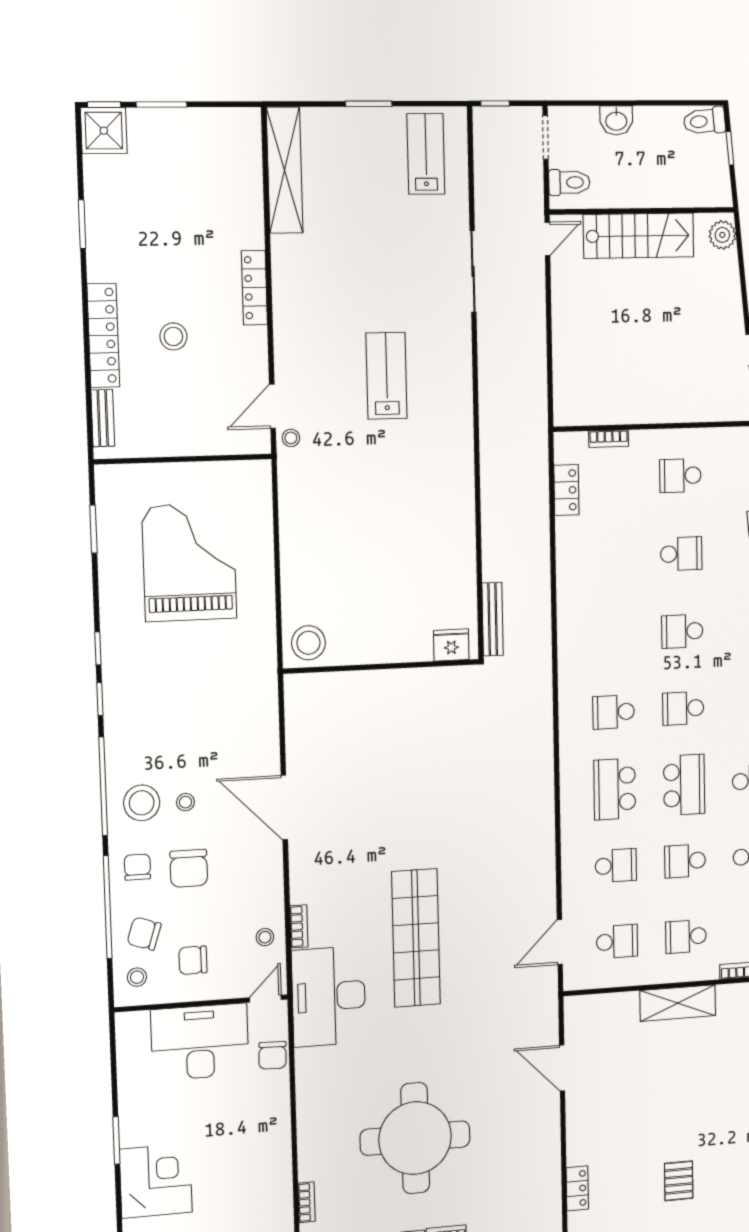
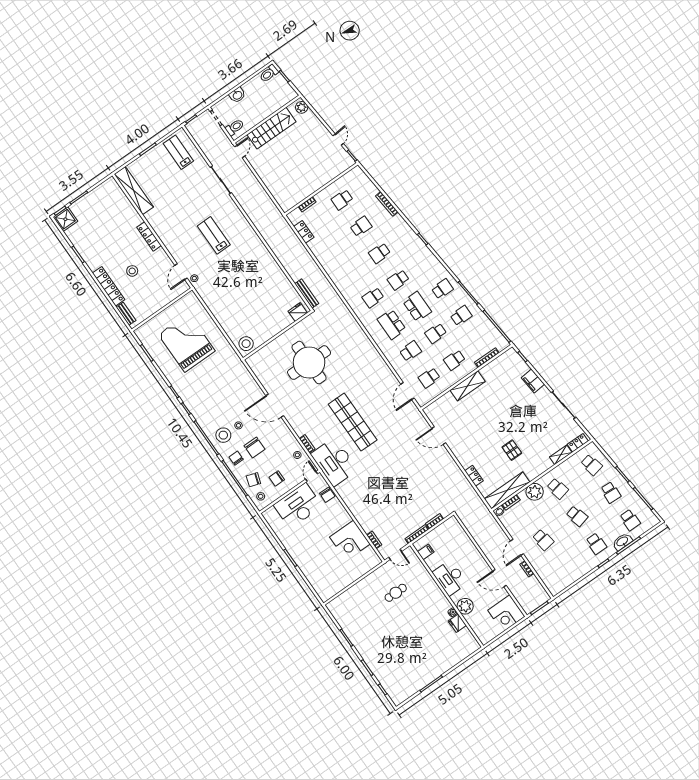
school desk: (617, 941) -> (429, 378), turned 180
round table: (415, 1138) -> (309, 363), moved
corner desk: (156, 1181) -> (350, 540), moved, turned 180

